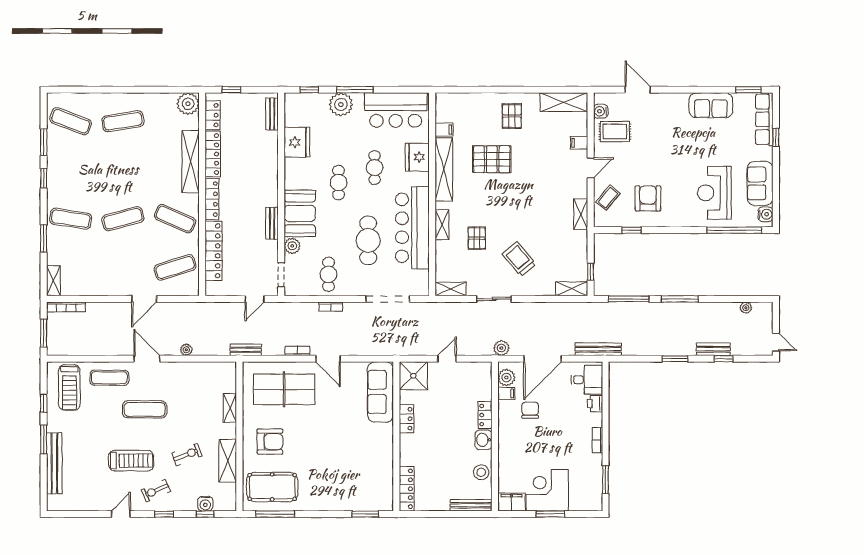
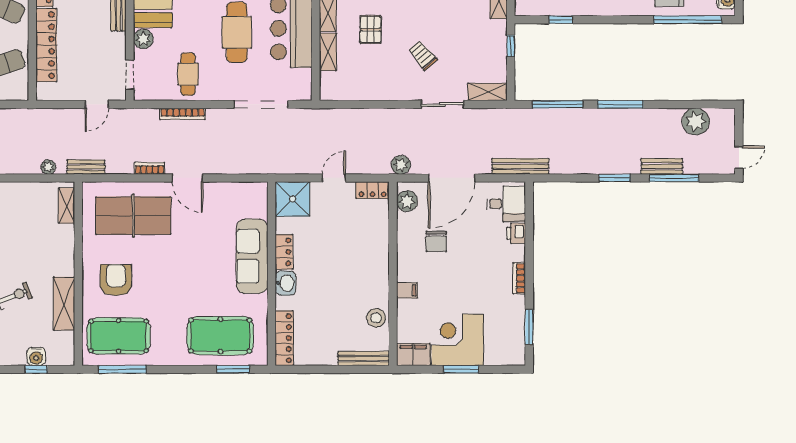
trolley: (519, 259) -> (423, 55), width x0.73, depth x0.72
window: (591, 272) -> (511, 46), moved
shelving: (451, 289) -> (328, 52), moved, turned 90
sliding door: (494, 299) -> (442, 104), moved
bookcase: (331, 307) -> (183, 114), width x1.56
plant: (746, 308) -> (696, 122), width x1.87, depth x1.87
door: (776, 342) -> (739, 157), hinge flipped
plant: (186, 350) -> (48, 167), moved
window: (723, 359) -> (674, 178), width x2.17
sofa: (380, 392) -> (252, 256), moved
filing cabinet: (506, 394) -> (407, 290), moved
shelving: (230, 408) -> (67, 206), moved
chair: (530, 410) -> (436, 241), turned 180
locker: (485, 415) -> (373, 190), moved, turned -90
washbasin: (484, 440) -> (286, 283), moved, turned 180
armchair: (270, 442) -> (116, 280), turned -90
pool table: (355, 487) -> (220, 336), added

